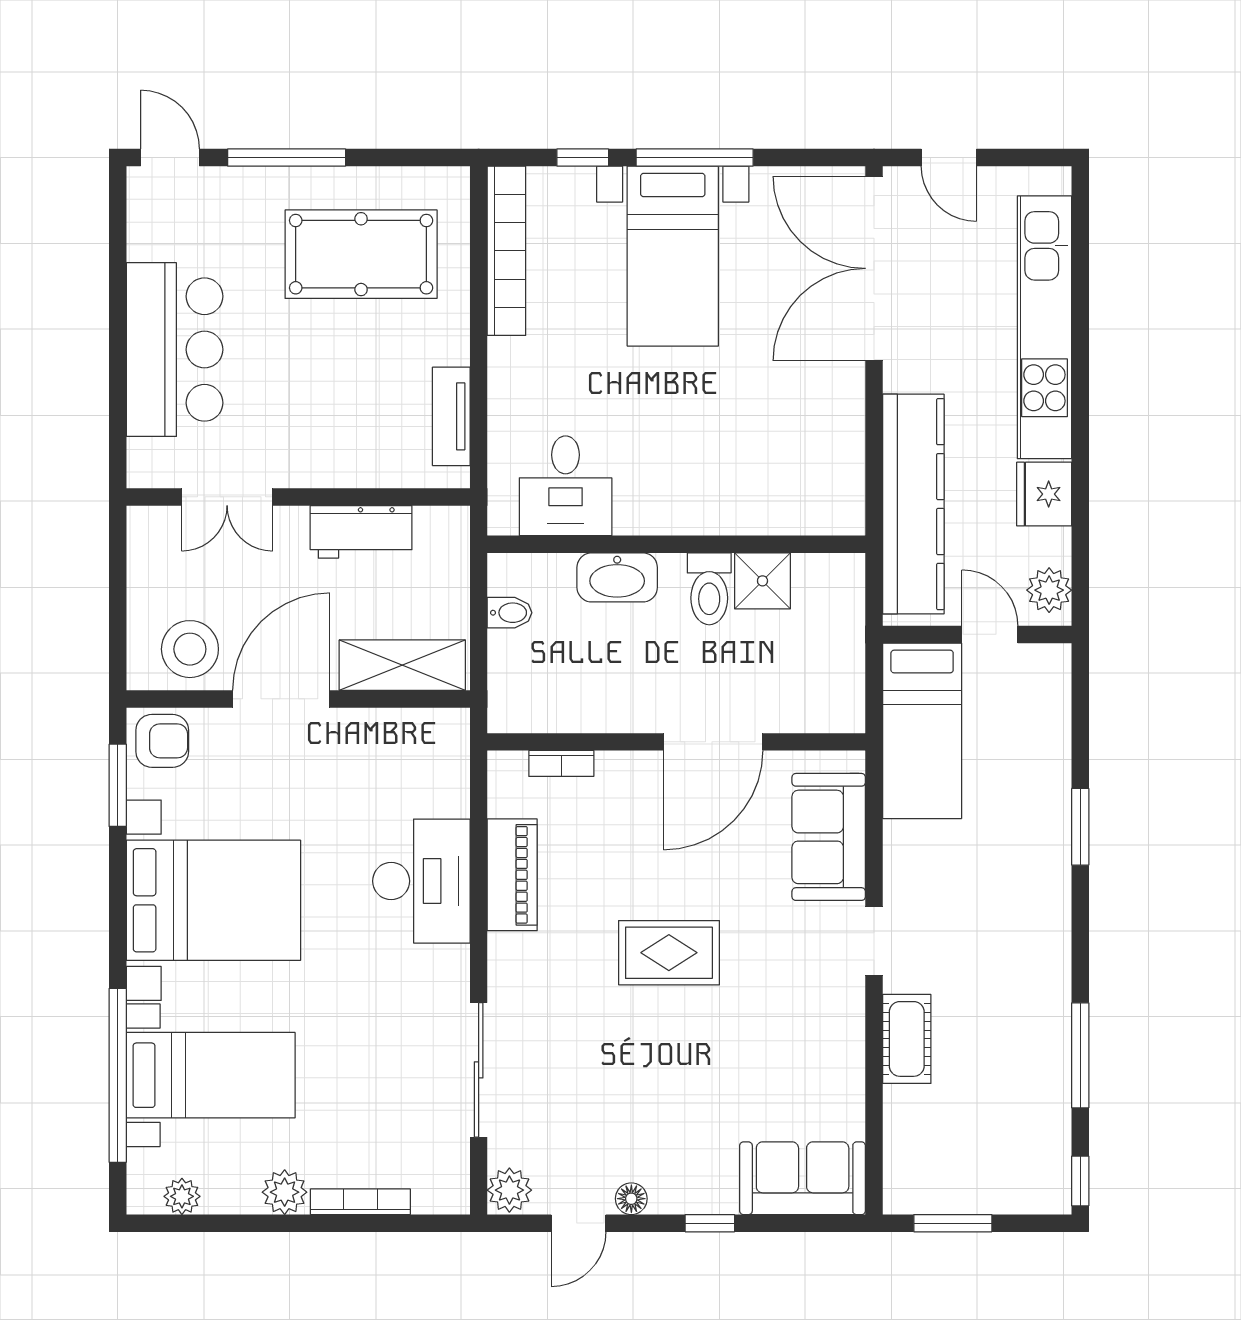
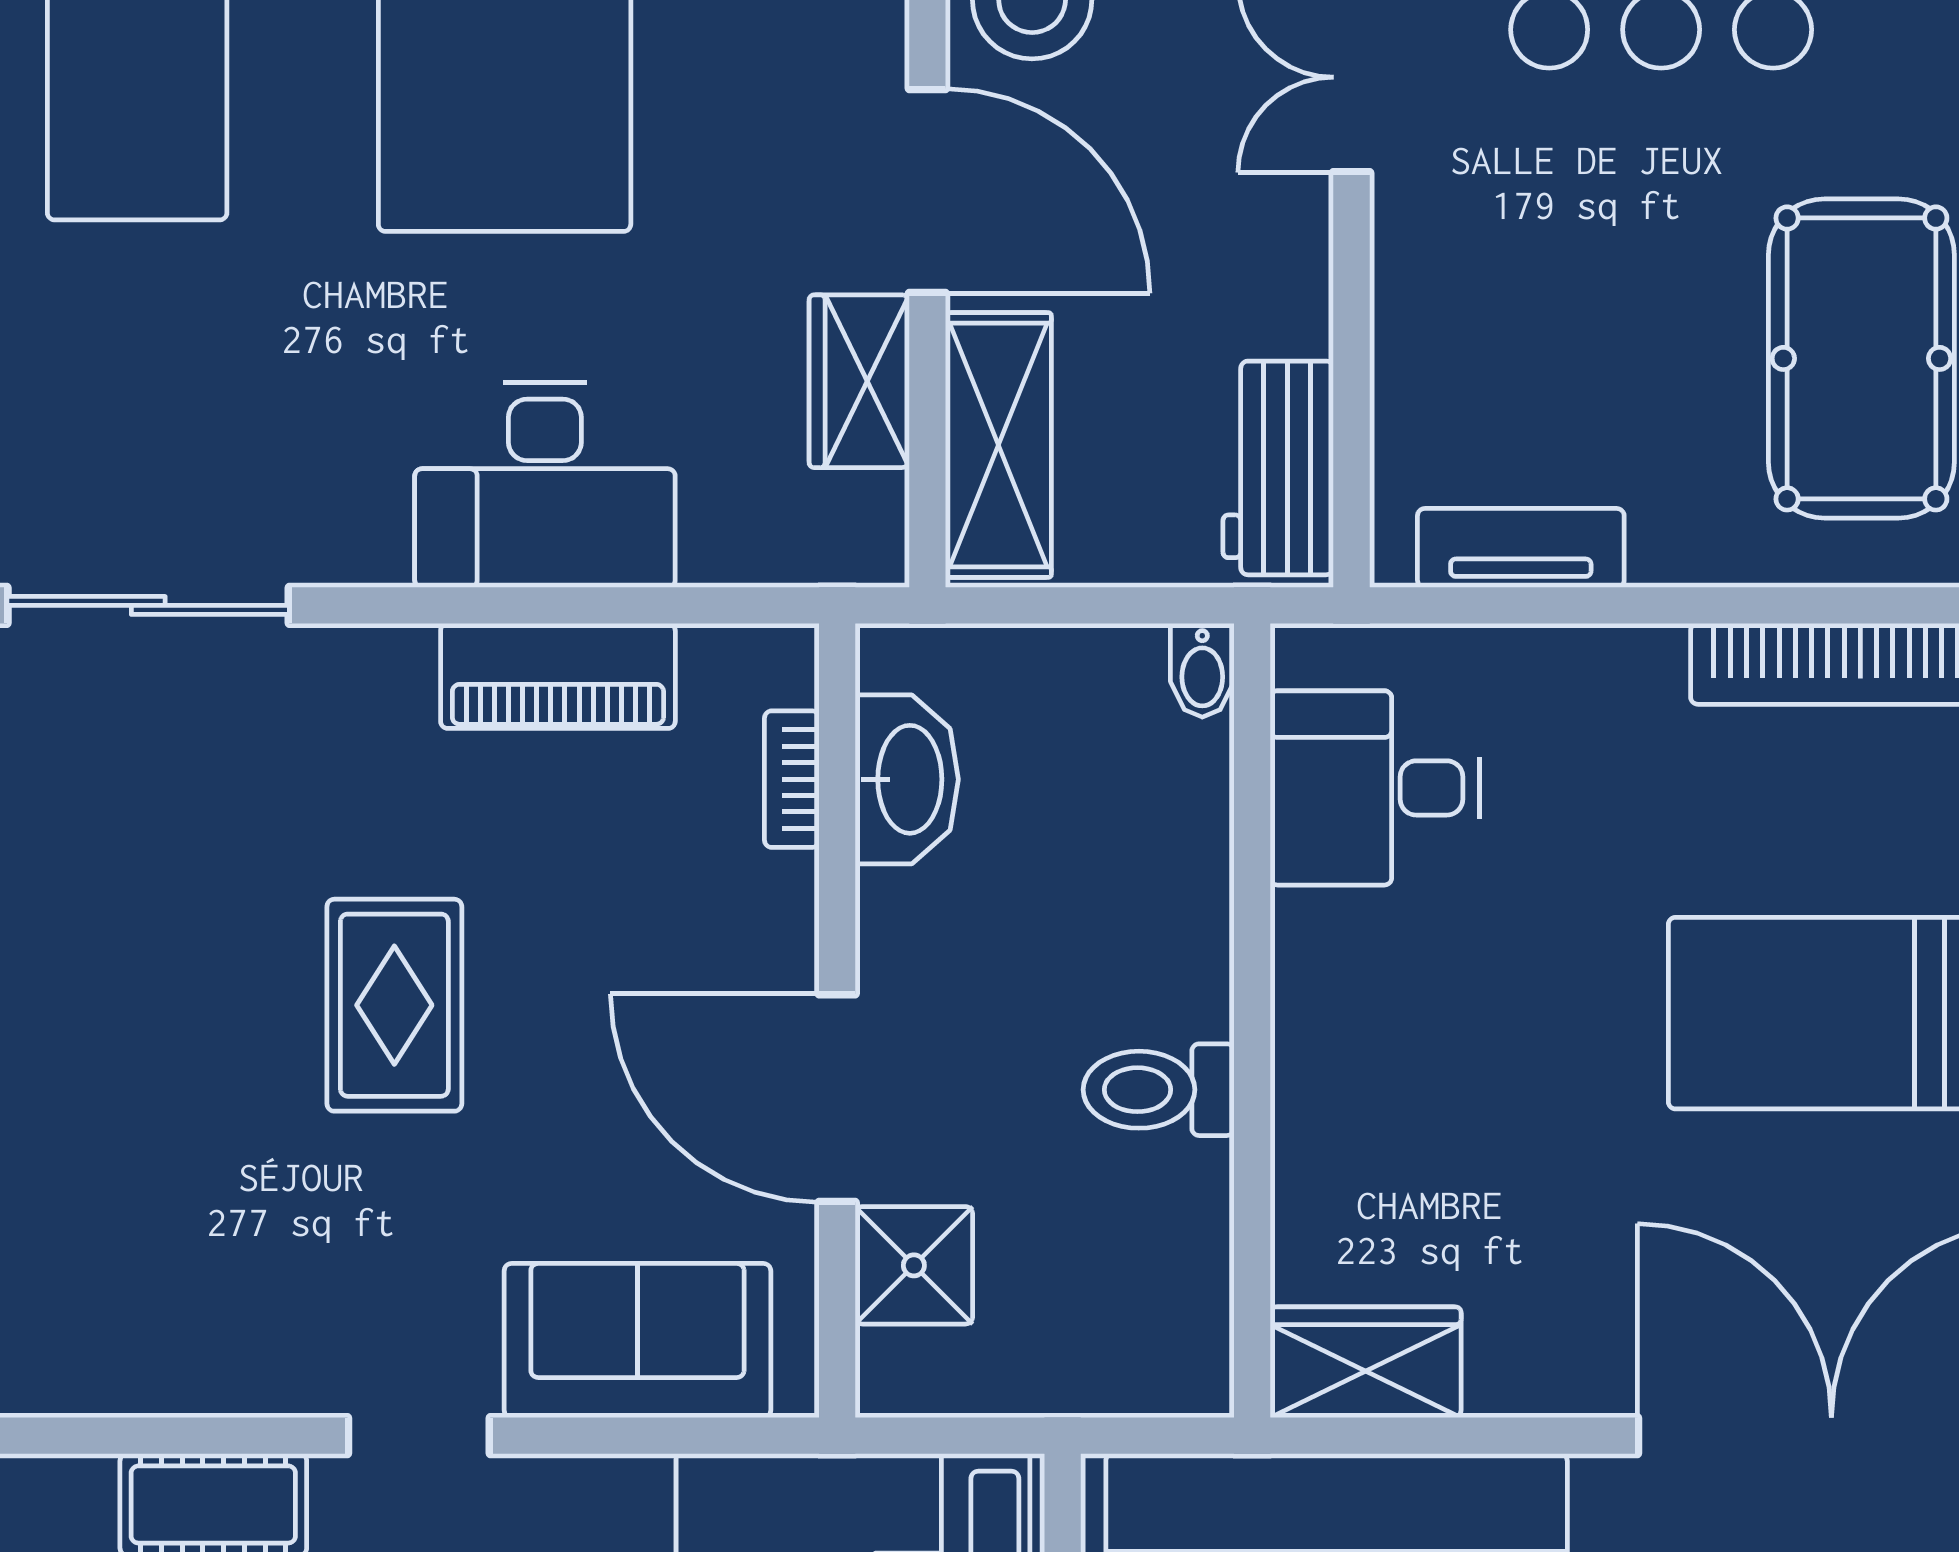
wardrobe: (839, 490) -> (1366, 1362), added
workbench: (361, 532) -> (1278, 468), moved
washbasin: (617, 577) -> (907, 779), moved, turned 180
shower: (762, 581) -> (914, 1265), moved
bidet: (510, 613) -> (1202, 670), moved
wardrobe: (372, 731) -> (859, 381), added

